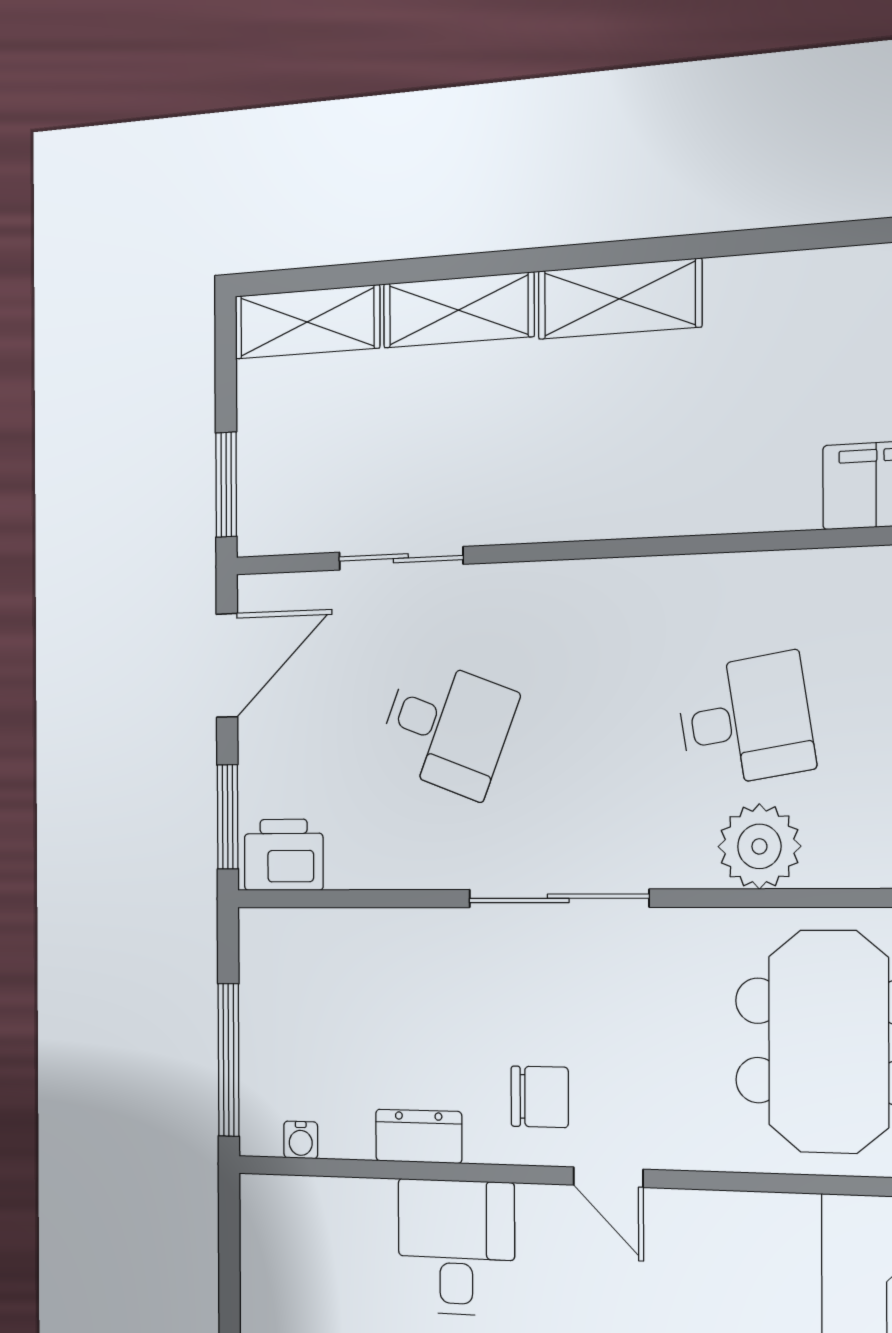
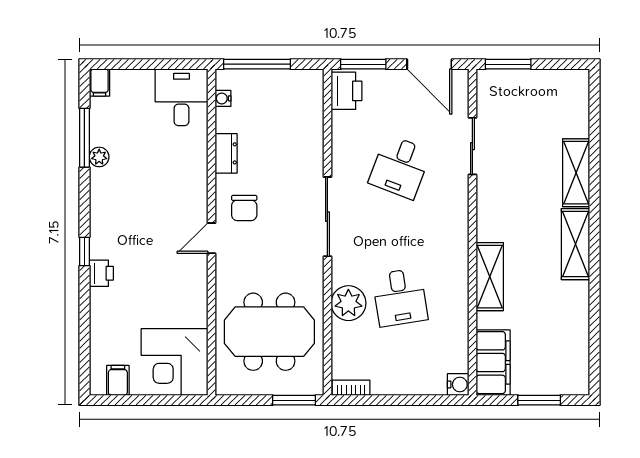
shelving: (307, 322) -> (490, 277), moved
desk: (456, 1247) -> (181, 97), moved, turned -90

